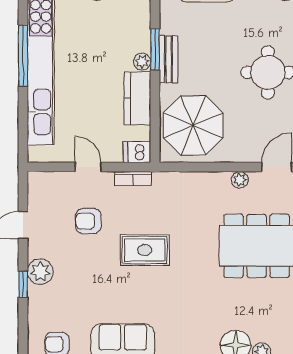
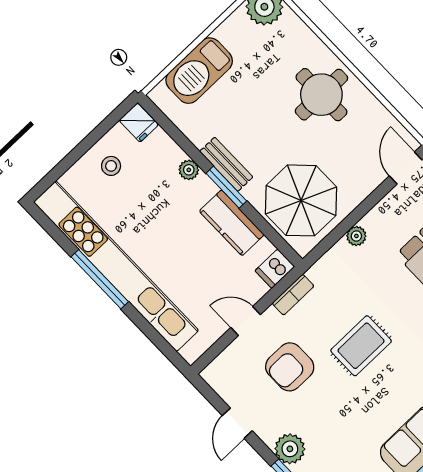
window: (155, 49) -> (226, 187), moved
plant: (142, 62) -> (189, 170), moved
plant: (240, 180) -> (356, 236), moved
armchair: (88, 221) -> (290, 367), width x1.38, depth x1.38

